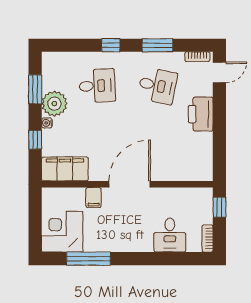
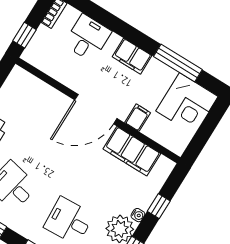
filing cabinet: (65, 169) -> (132, 151), moved
filing cabinet: (127, 242) -> (132, 56), added

